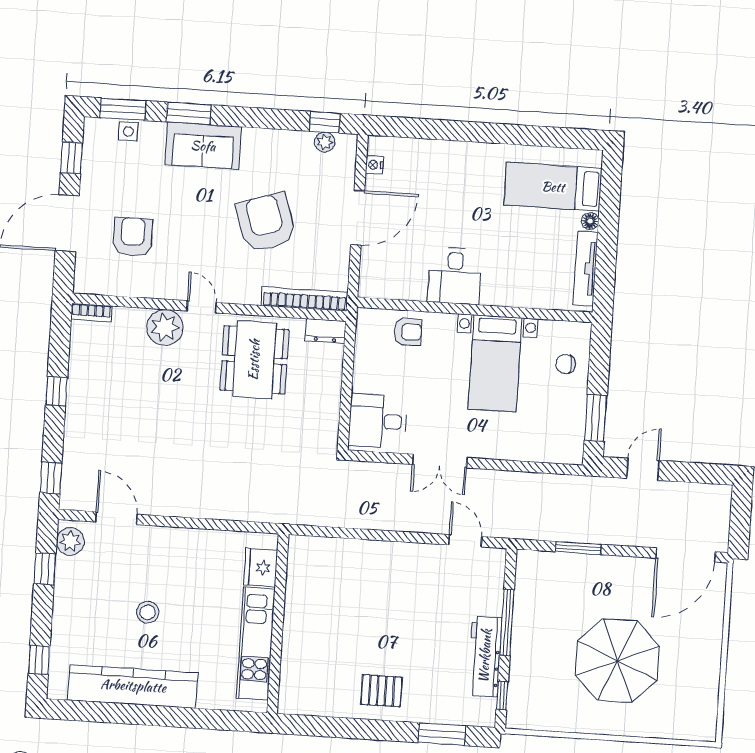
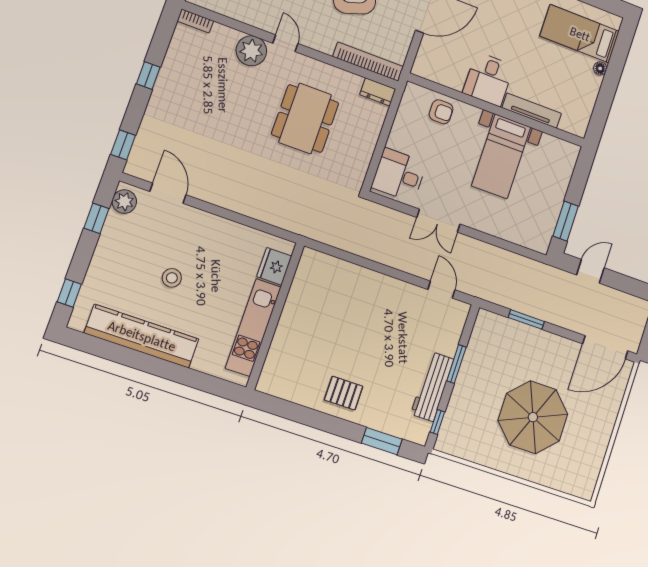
tv unit: (586, 269) -> (532, 111), moved, turned 90
dining table: (254, 360) -> (305, 119), moved
chair: (566, 364) -> (554, 173), removed
window: (507, 623) -> (456, 364), width x0.69

